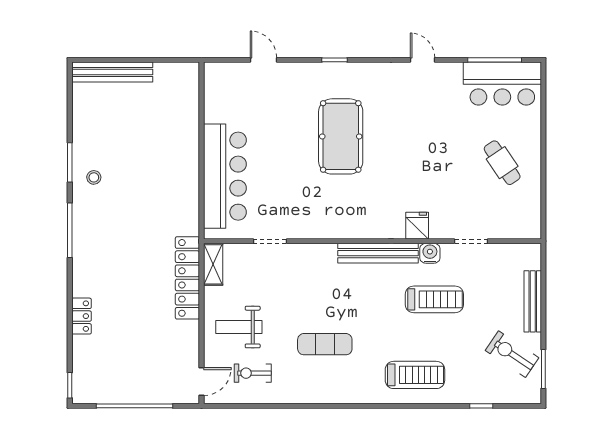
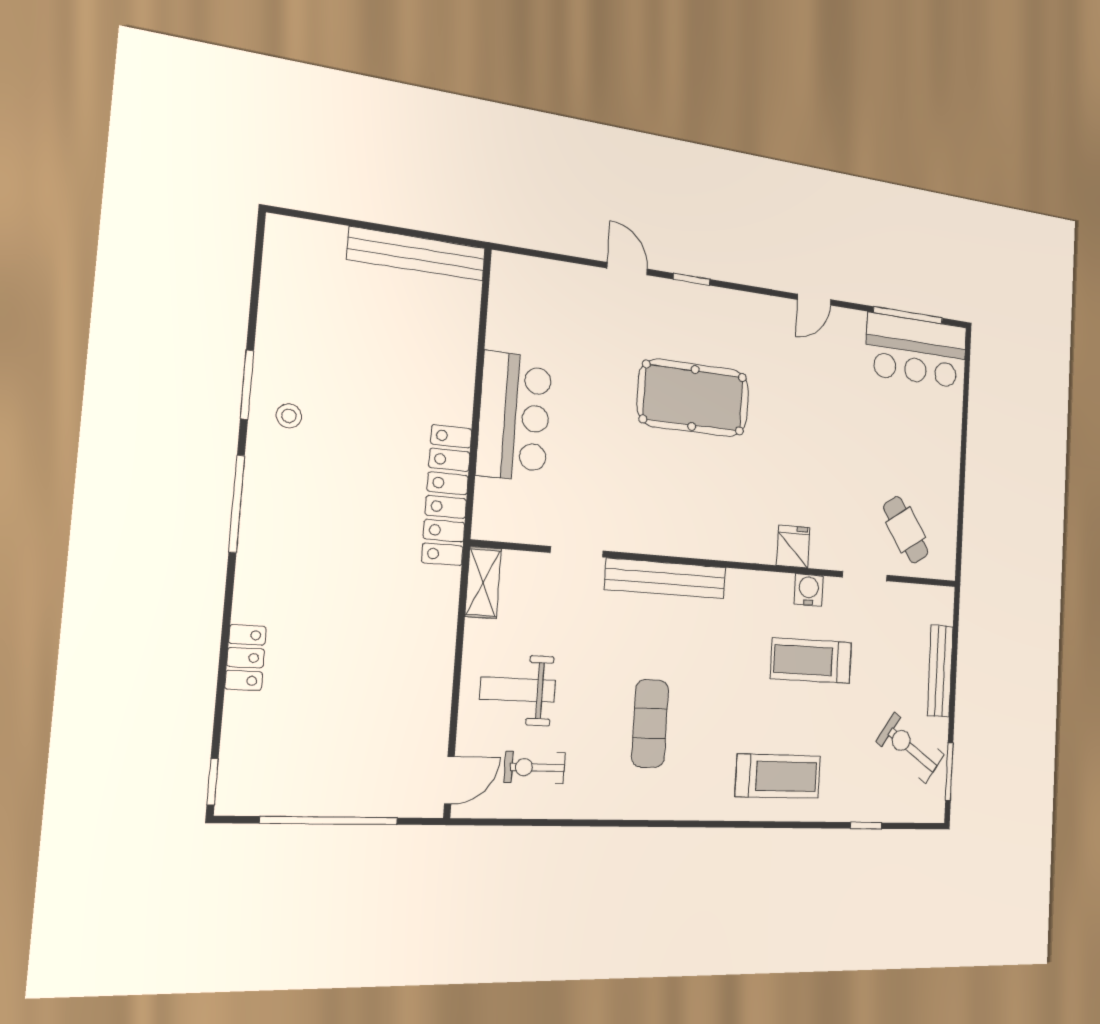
door: (263, 60) -> (627, 269), moved
door: (423, 60) -> (814, 300), swing flipped
bench: (112, 72) -> (417, 254), moved
pool table: (341, 136) -> (693, 398), turned 90
cafe table: (502, 163) -> (906, 530), moved
bar counter: (225, 176) -> (514, 416), width x0.73
bench: (378, 253) -> (666, 578), moved
locker: (187, 278) -> (447, 495), moved
treadmill: (434, 299) -> (811, 661), turned 180
exercise mat: (325, 344) -> (650, 723), turned 90

